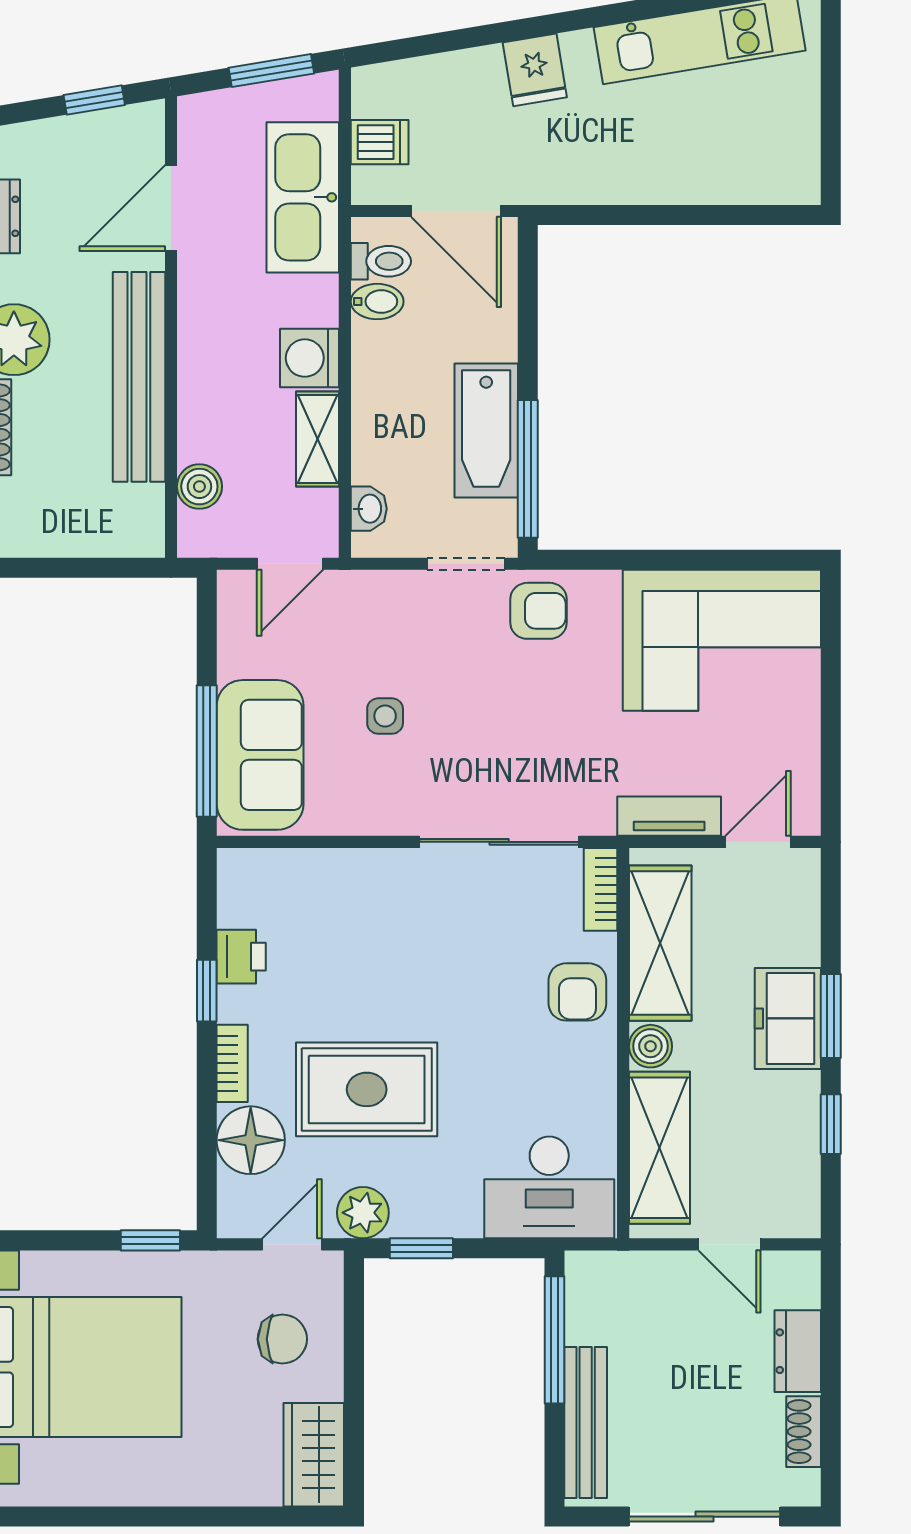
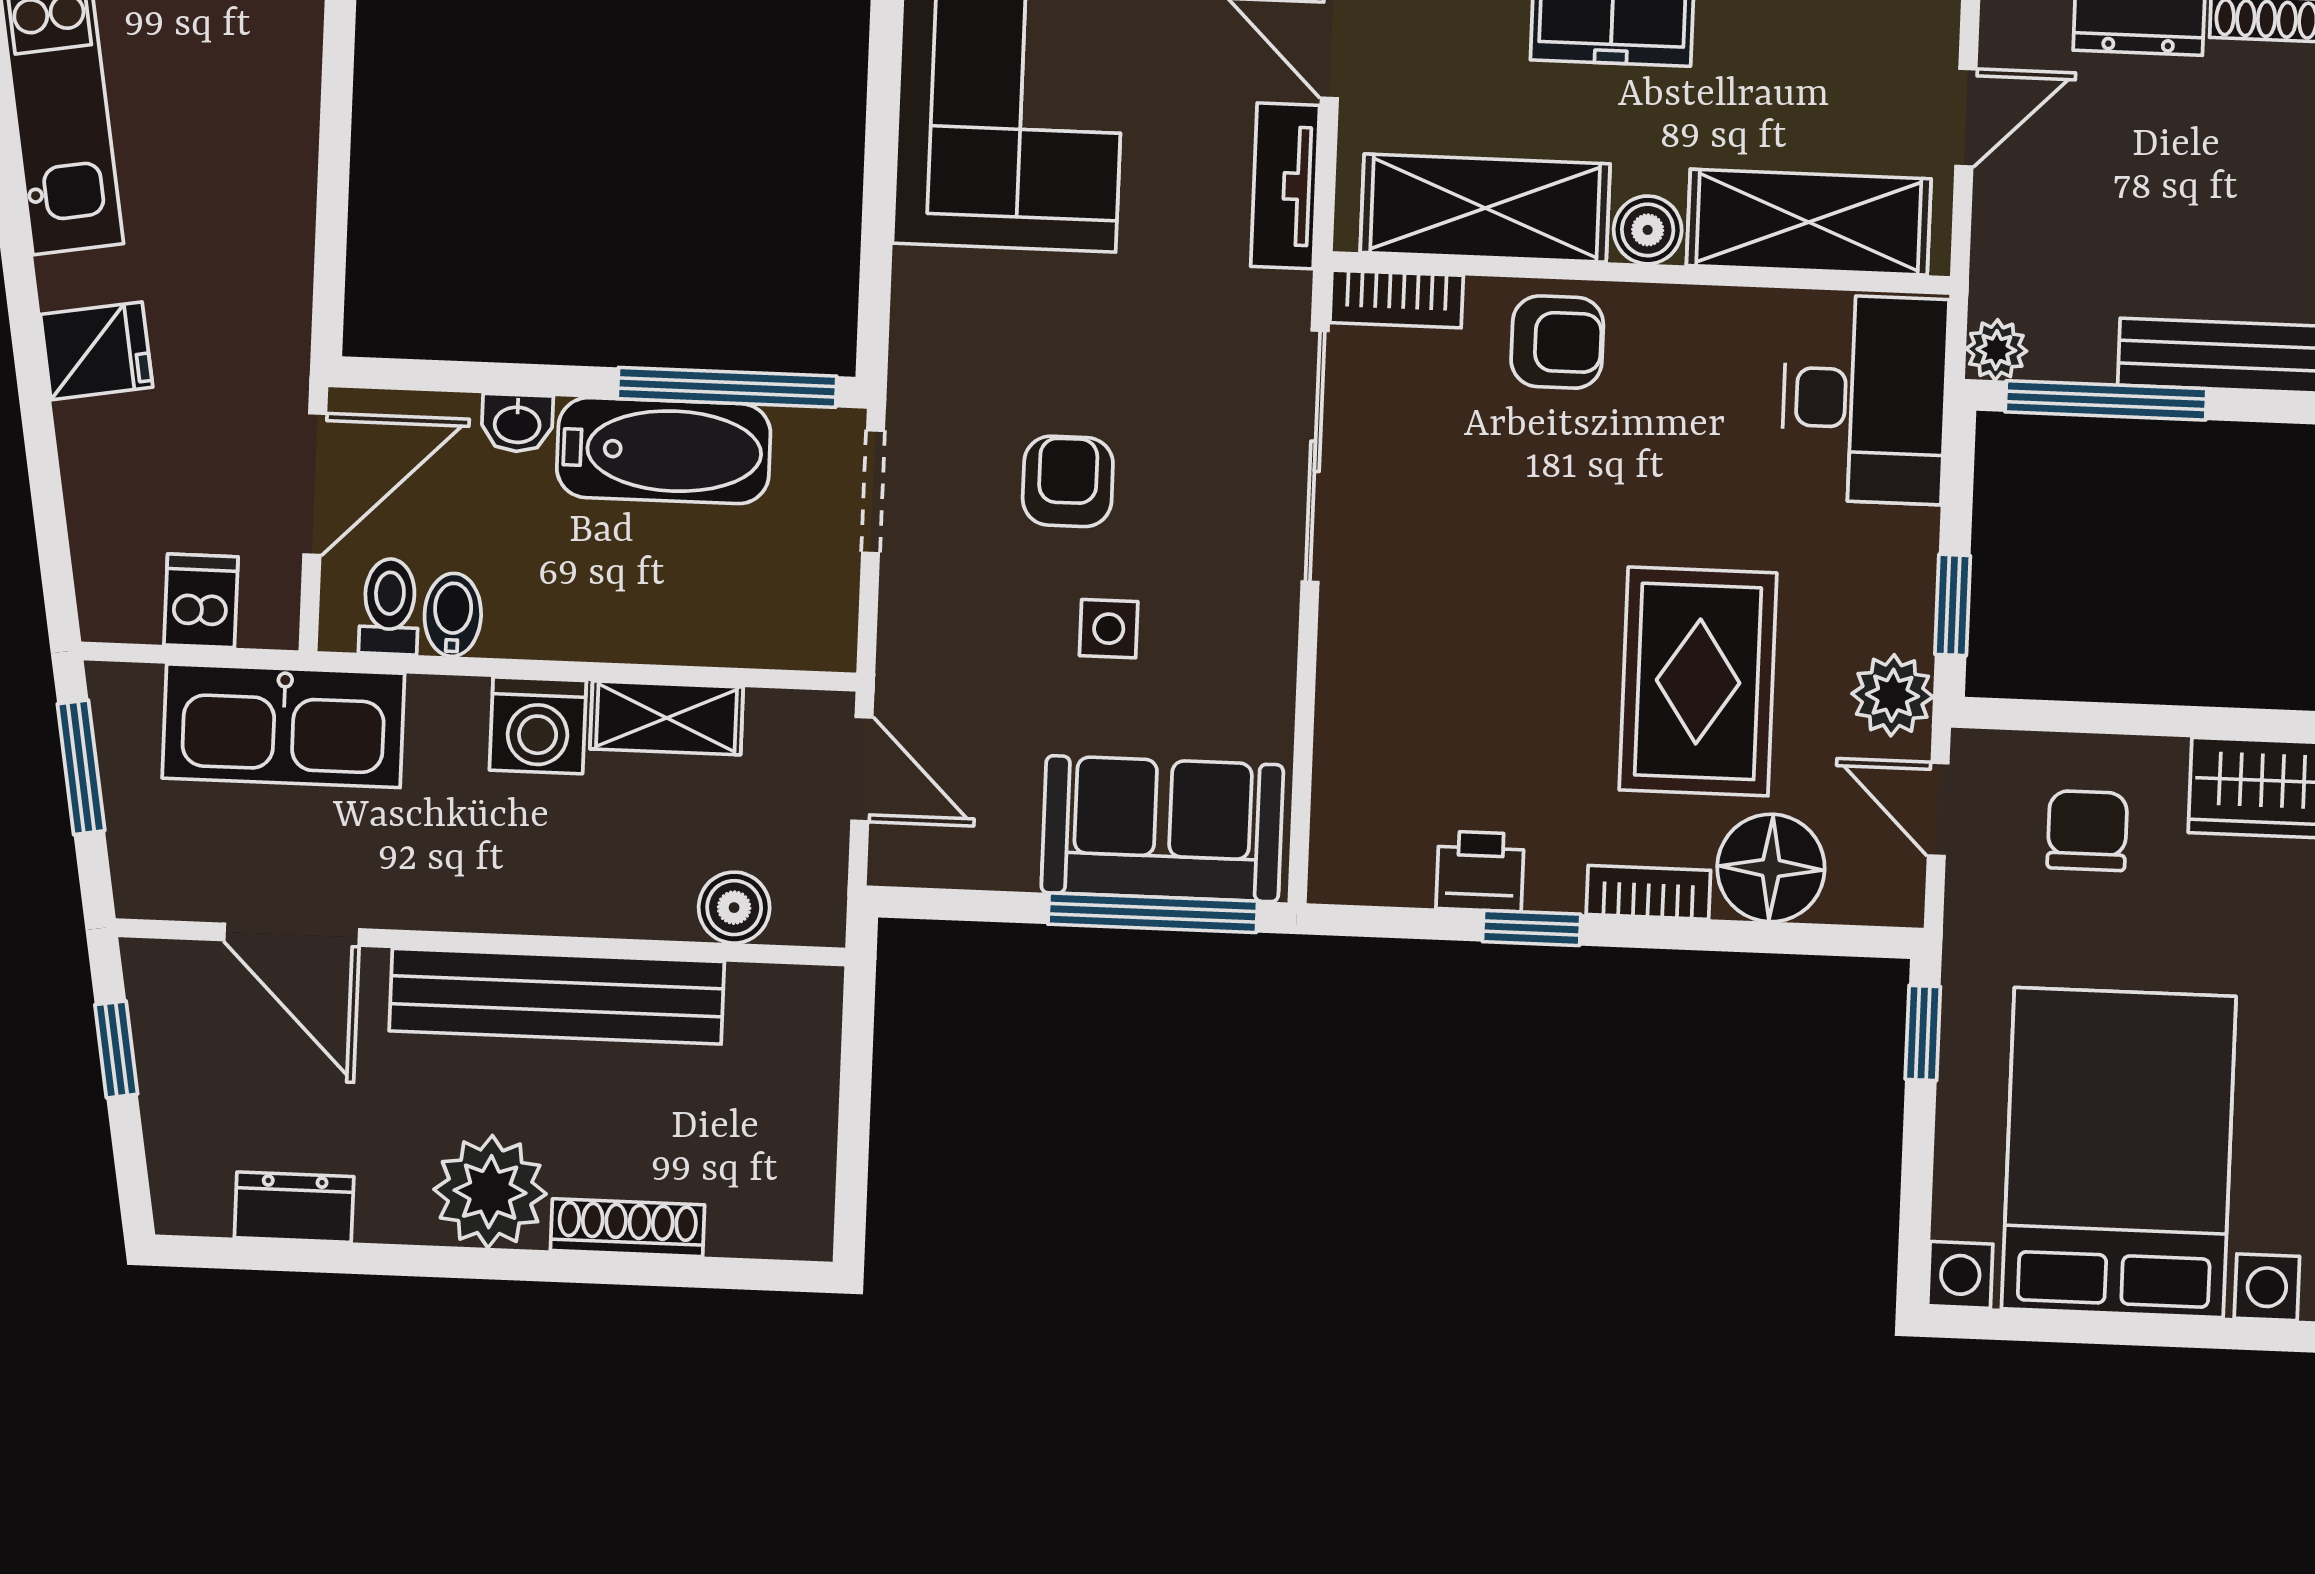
washbasin: (369, 509) -> (517, 423), moved, turned 180
armchair: (539, 611) -> (1068, 481), moved
plant: (584, 1269) -> (1996, 350), added

